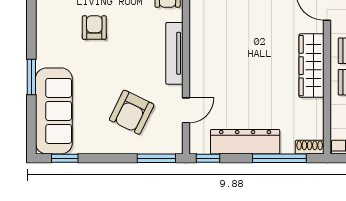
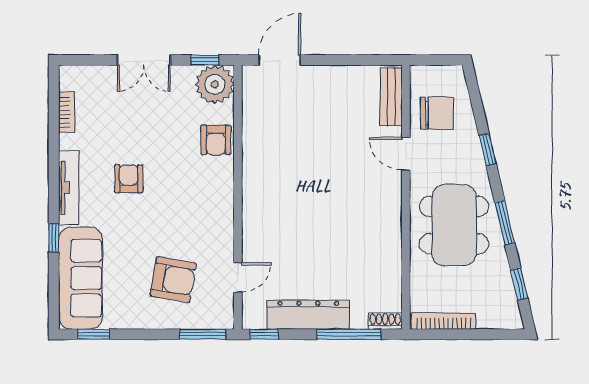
tv unit: (174, 53) -> (69, 188), moved, turned 180
wardrobe: (312, 66) -> (387, 224), removed
window: (31, 77) -> (54, 238), width x0.67
armchair: (132, 112) -> (173, 280), turned -106

